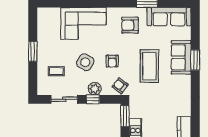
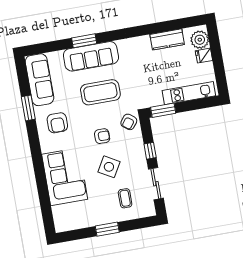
sofa: (181, 57) -> (91, 56), width x1.36
plant: (95, 89) -> (137, 150), removed

